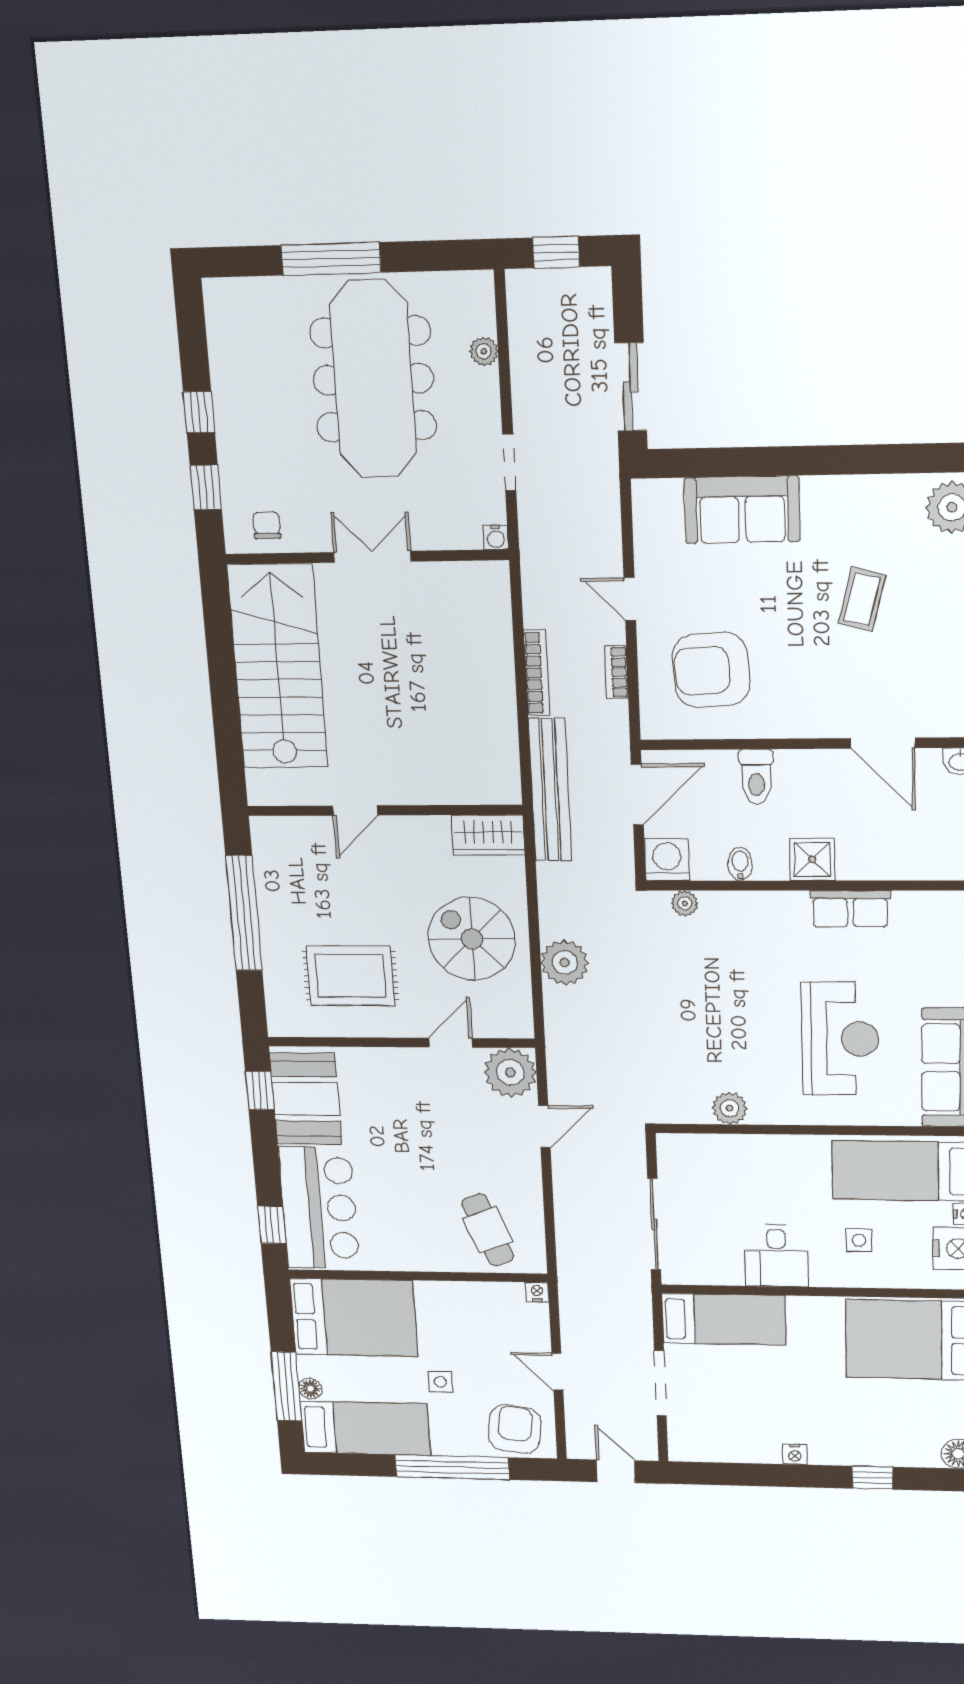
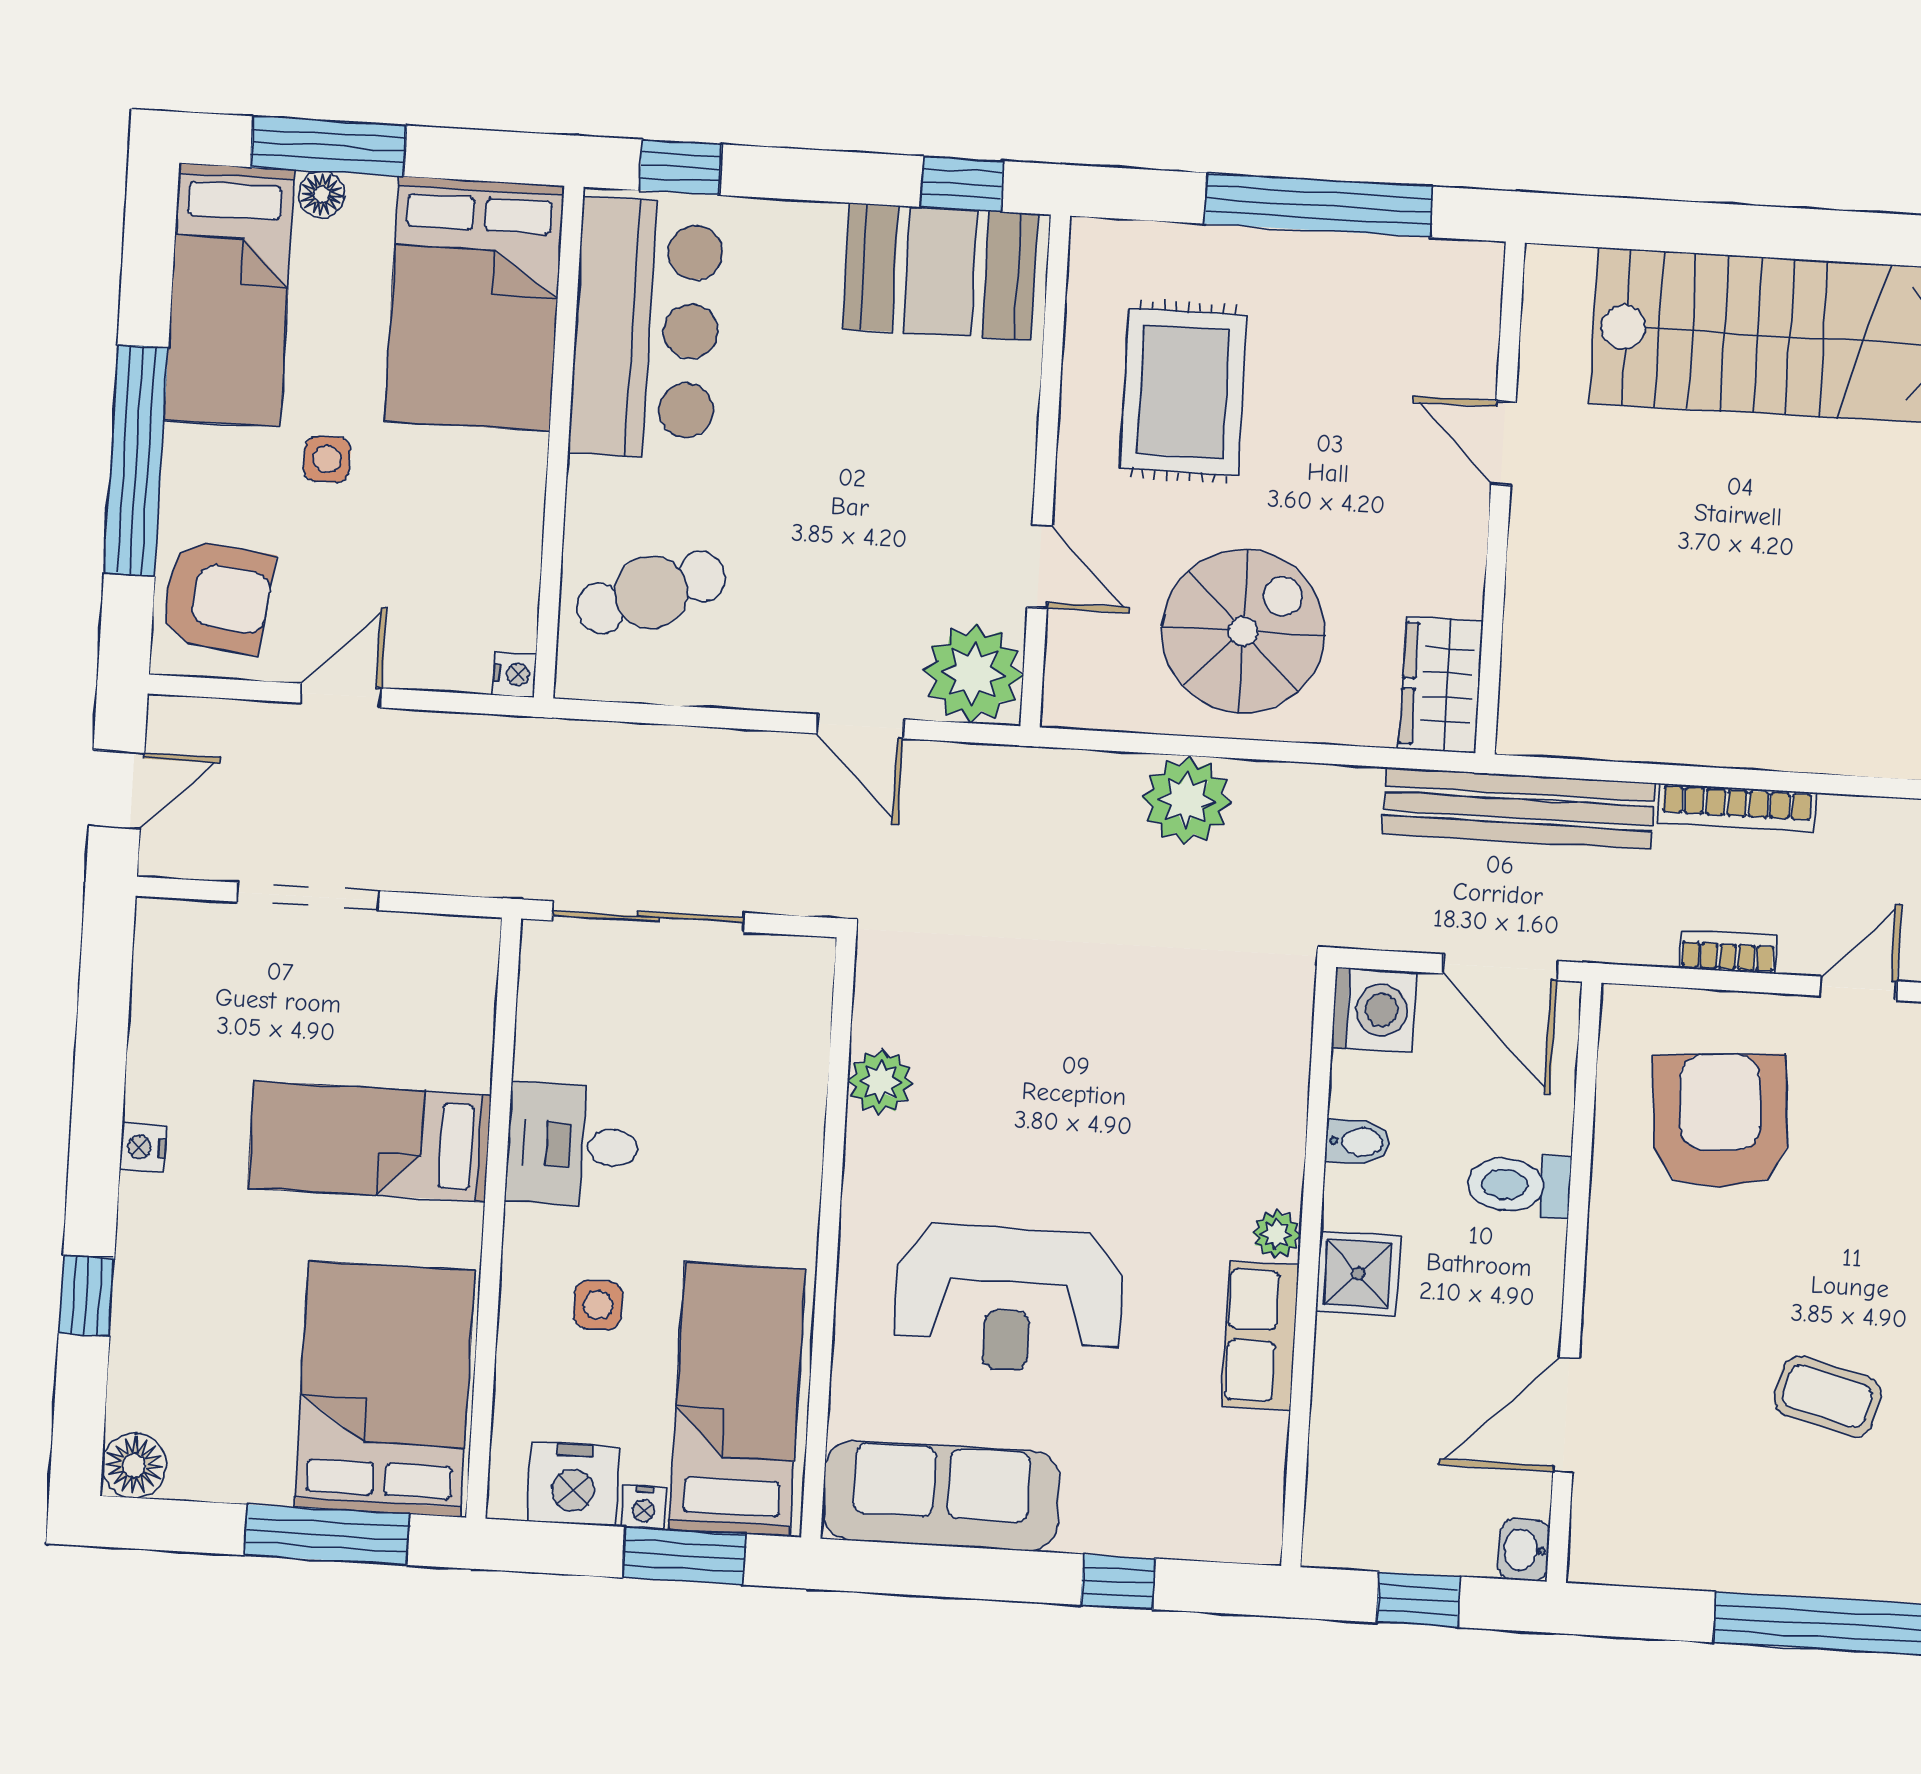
plant: (685, 903) -> (1277, 1234), moved
bar counter: (319, 1208) -> (647, 329), moved, turned -90
bed: (724, 1319) -> (370, 1141), moved, turned 90

